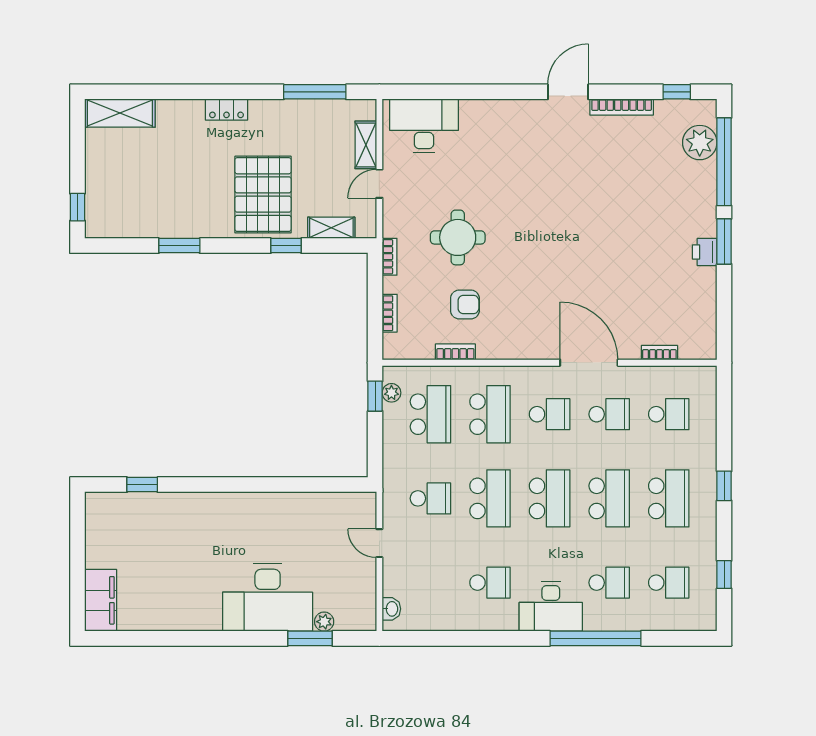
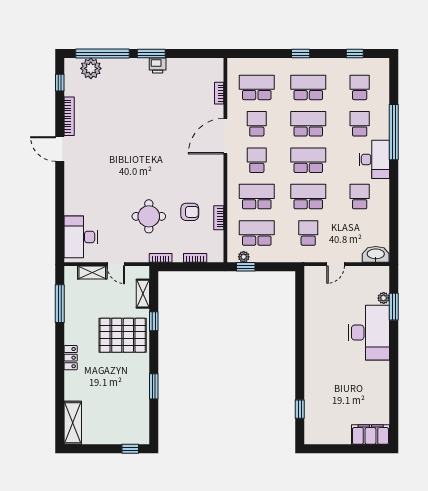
armchair: (465, 304) -> (190, 212), turned 90
school desk: (669, 414) -> (257, 87), width x1.85
washbasin: (391, 609) -> (376, 254), width x1.91, depth x1.45

